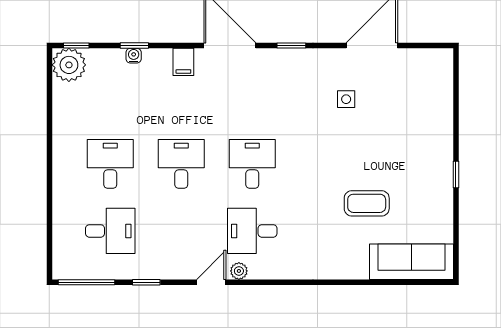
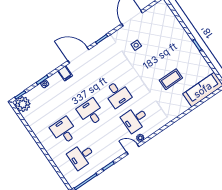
desk: (252, 164) -> (118, 94), turned 180
desk: (110, 231) -> (81, 156), turned 180
door: (211, 282) -> (133, 149), hinge flipped

